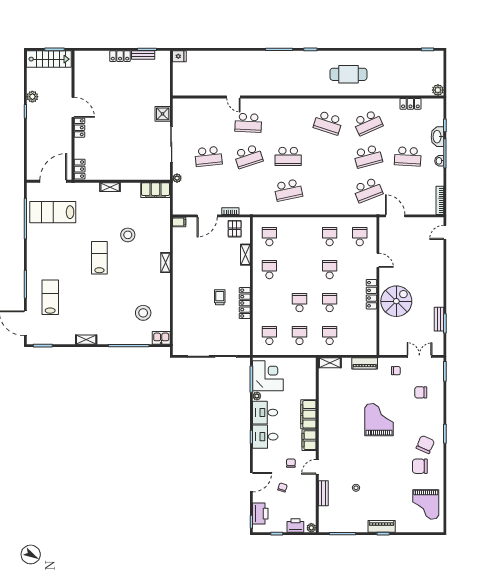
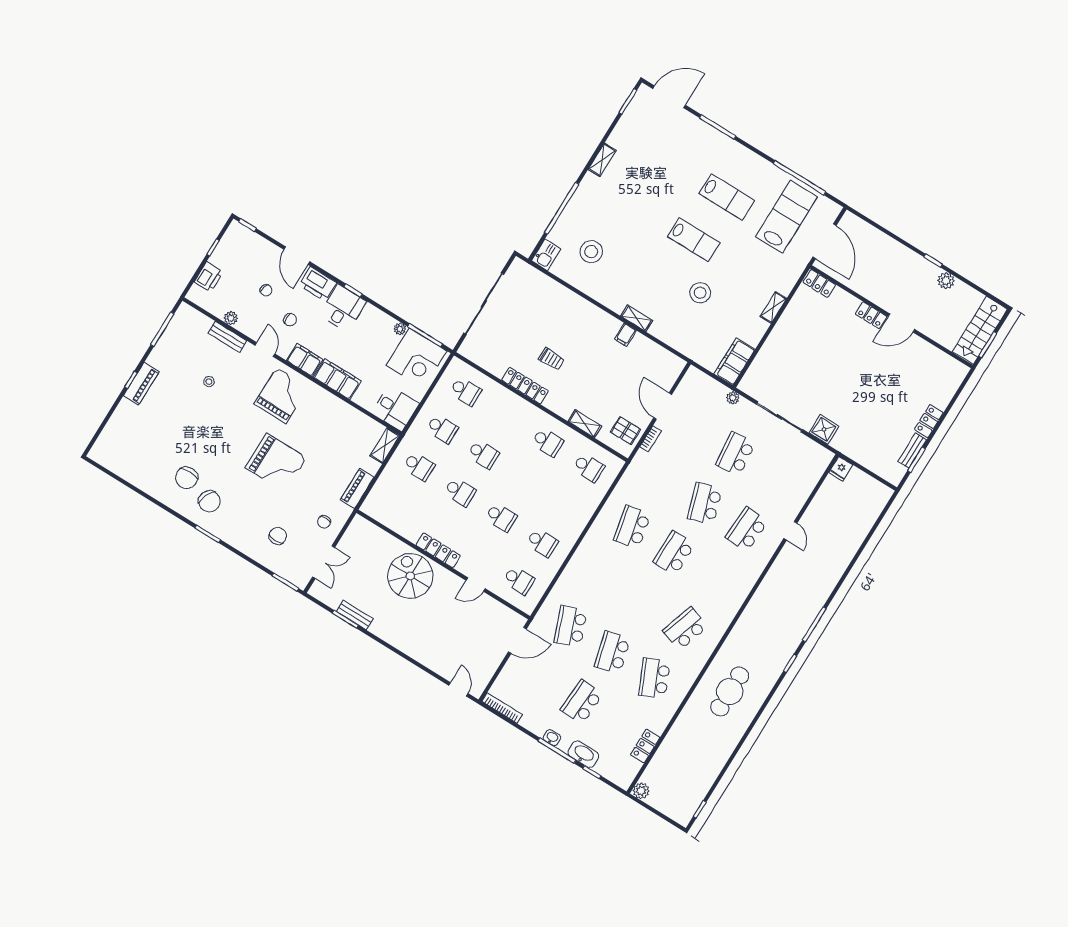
fridge: (179, 56) -> (841, 469), moved
door: (233, 97) -> (790, 531), swing flipped
filing cabinet: (179, 222) -> (625, 335), moved
lab bench: (50, 297) -> (727, 197), moved
spiral stairs: (396, 301) -> (410, 576), turned 180
desk: (265, 413) -> (395, 408), moved, turned 90
chair: (420, 466) -> (187, 478), turned 180
grand piano: (426, 504) -> (281, 396), moved, turned 90
printer: (260, 514) -> (318, 284), moved
plant: (311, 528) -> (231, 318), moved

